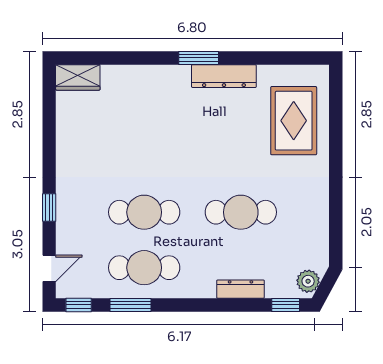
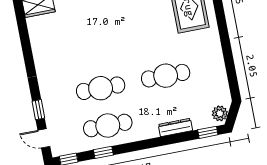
window: (49, 208) -> (38, 110), moved
door: (49, 268) -> (44, 138), swing flipped
window: (130, 305) -> (103, 152), width x0.67

